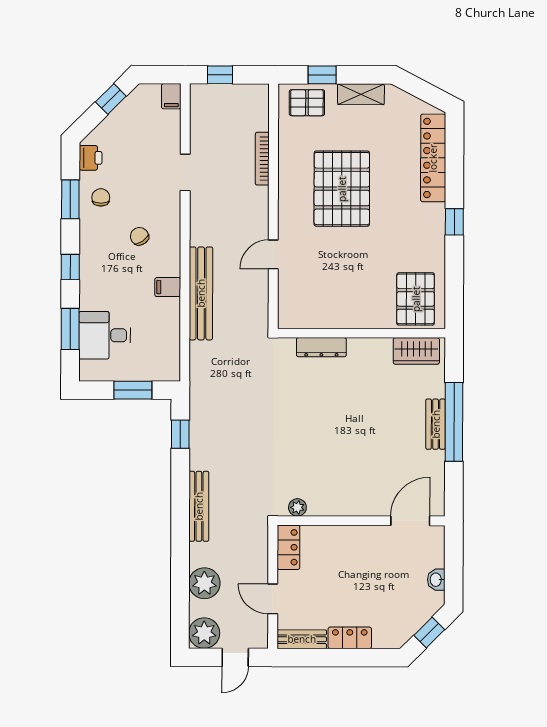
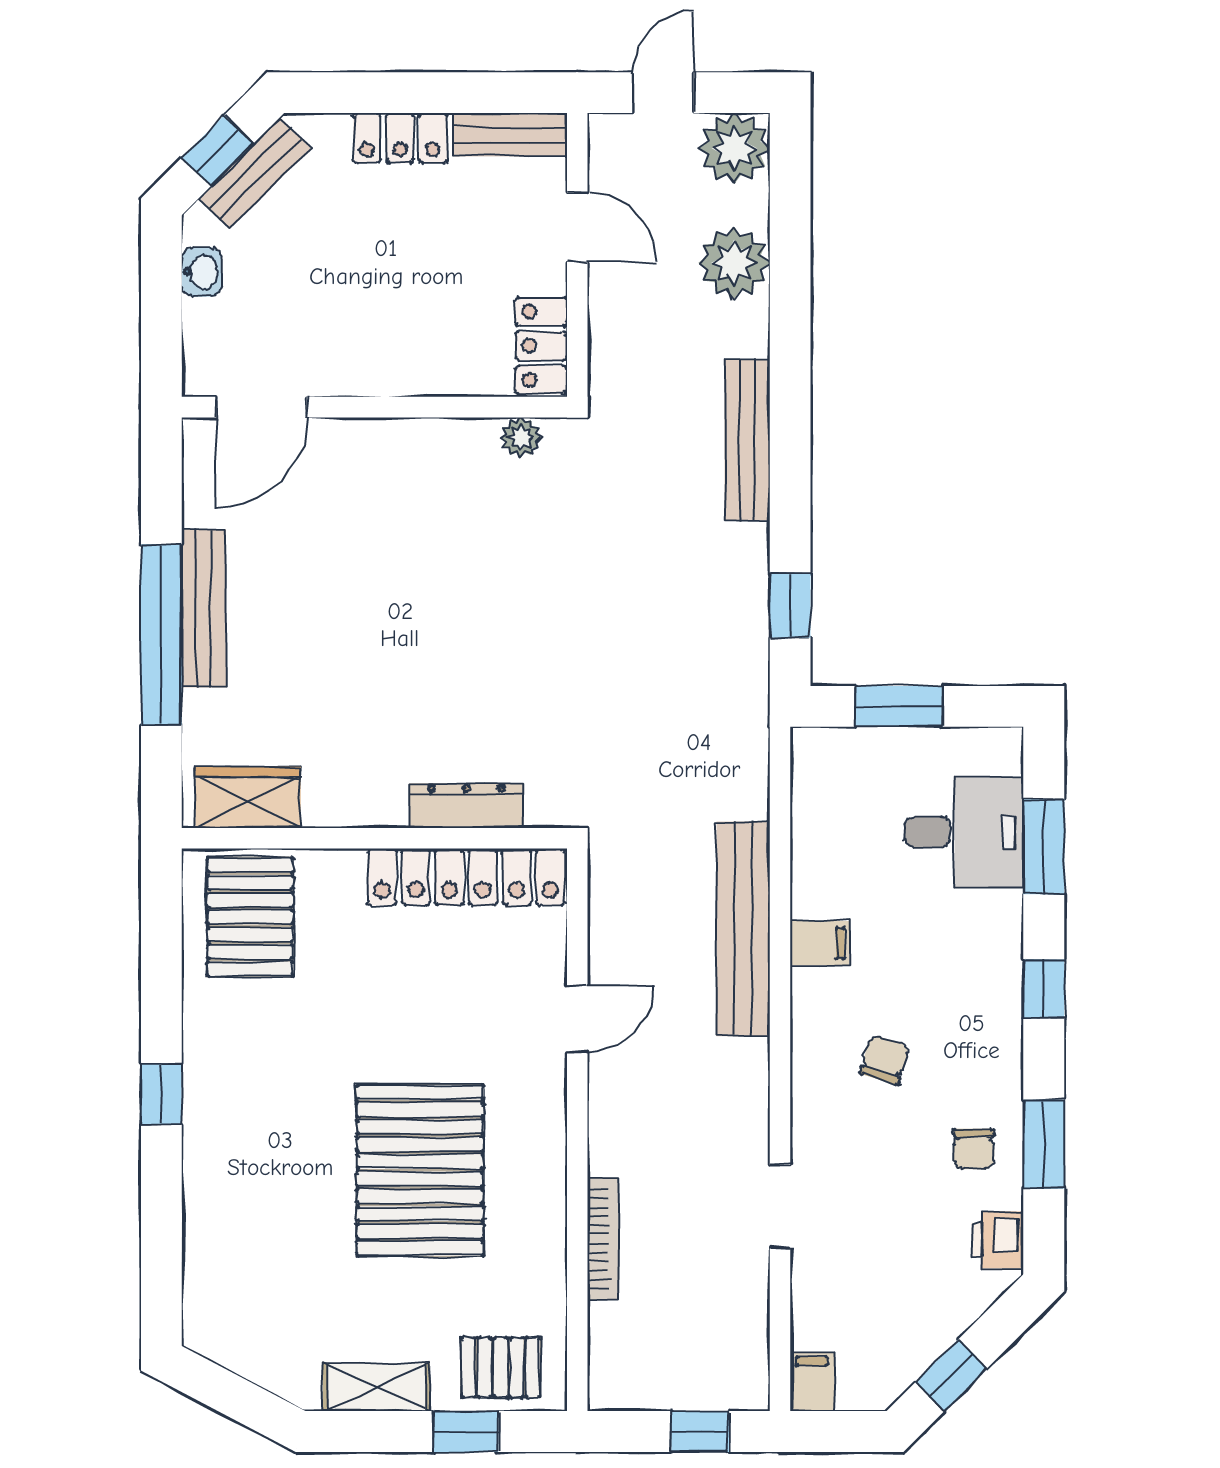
locker: (433, 158) -> (466, 877), moved, turned 90
chair: (139, 236) -> (885, 1060), turned -129
bench: (436, 424) -> (204, 608), width x1.36
bench: (413, 623) -> (255, 173), added

